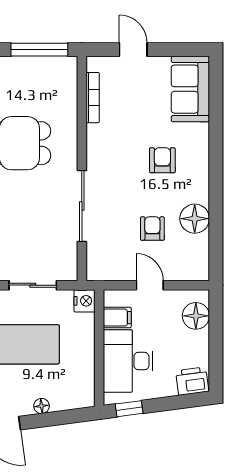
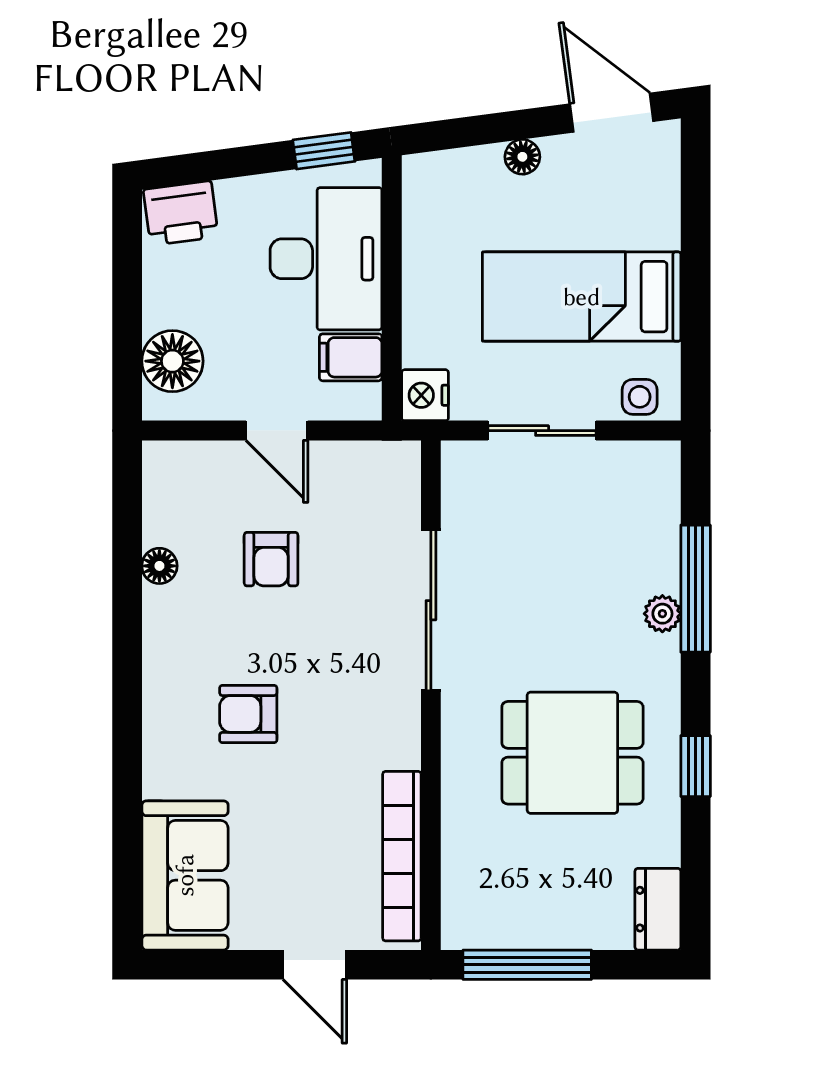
bookcase: (93, 98) -> (402, 856), width x1.48, depth x1.31
armchair: (162, 160) -> (248, 714), turned 90
floor lamp: (195, 219) -> (159, 566), width x0.53, depth x0.53

